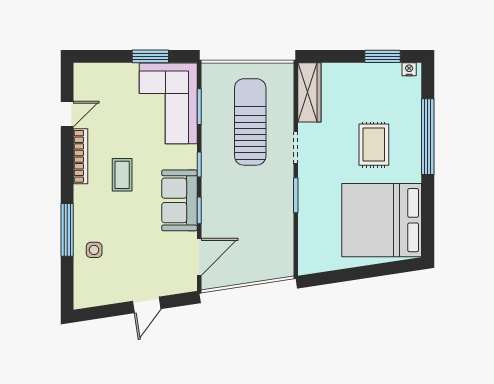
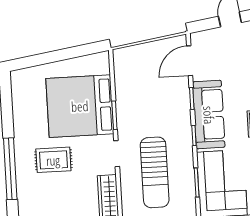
rug: (374, 145) -> (53, 160), turned 90
sofa: (179, 200) -> (209, 115), width x1.36
bed: (382, 220) -> (80, 106), moved, turned 180

